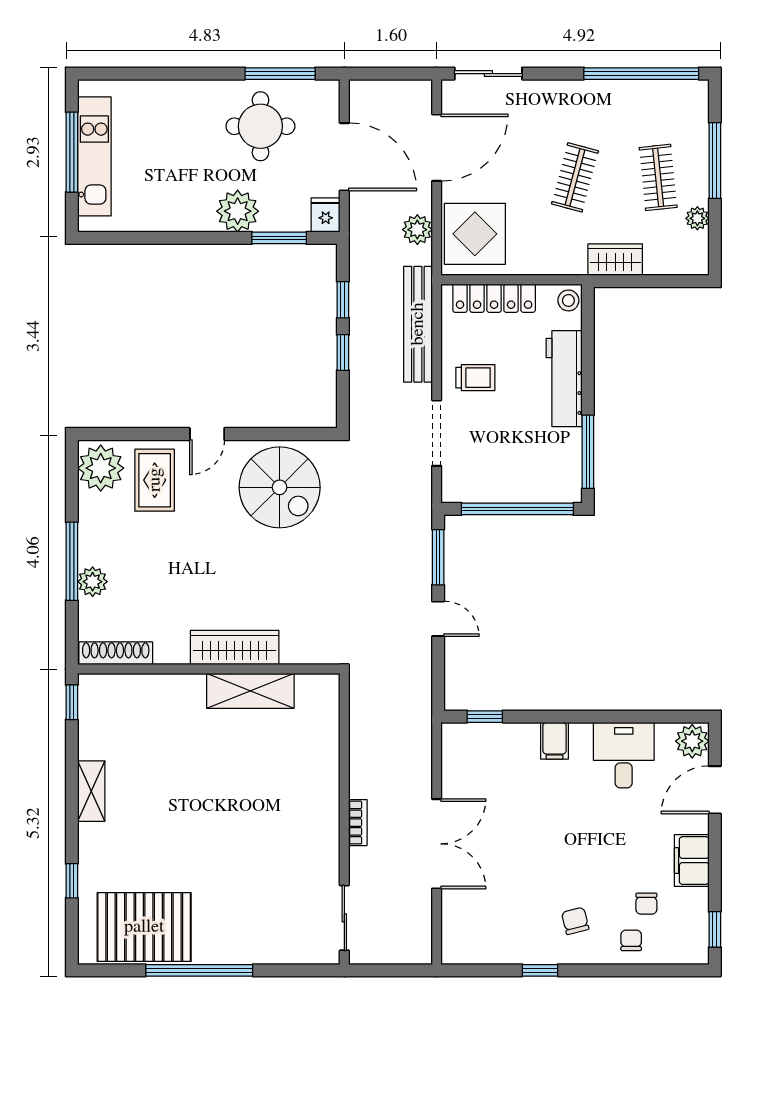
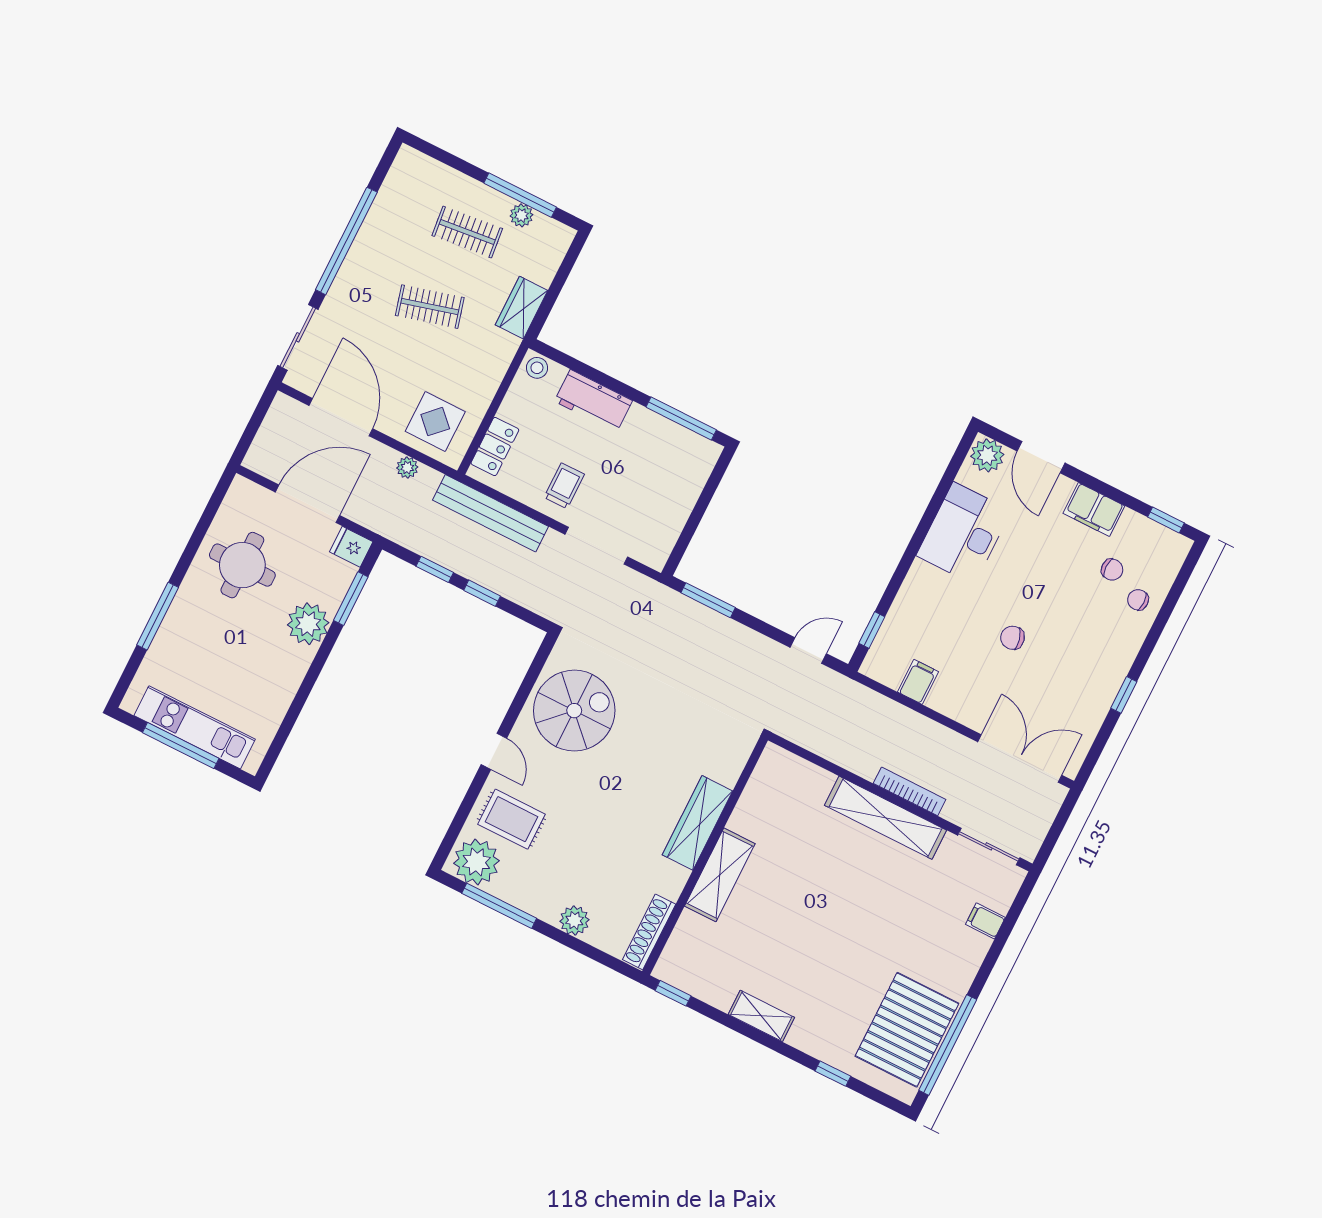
window: (280, 74) -> (158, 616), moved
window: (641, 74) -> (346, 241), moved
window: (715, 161) -> (520, 195), moved
clothes rail: (575, 177) -> (430, 307), turned -30
plant: (417, 230) -> (407, 468), width x0.73, depth x0.73
display table: (475, 234) -> (435, 422), width x0.73, depth x0.73
locker: (494, 298) -> (495, 447), width x0.66
workbench: (564, 379) -> (593, 401), width x0.73
window: (517, 509) -> (701, 507), removed
window: (72, 561) -> (499, 906), moved
door: (438, 619) -> (808, 651), moved
shelving: (250, 691) -> (720, 875), moved
filing cabinet: (555, 741) -> (918, 682), moved, turned -90
desk: (624, 755) -> (964, 533), width x1.37
shelving: (324, 813) -> (885, 818), added
bookcase: (358, 823) -> (910, 791), width x1.56
double door: (437, 844) -> (1020, 759), moved
chair: (575, 921) -> (1012, 638), moved
filing cabinet: (276, 948) -> (985, 921), added
window: (199, 970) -> (948, 1045), moved

